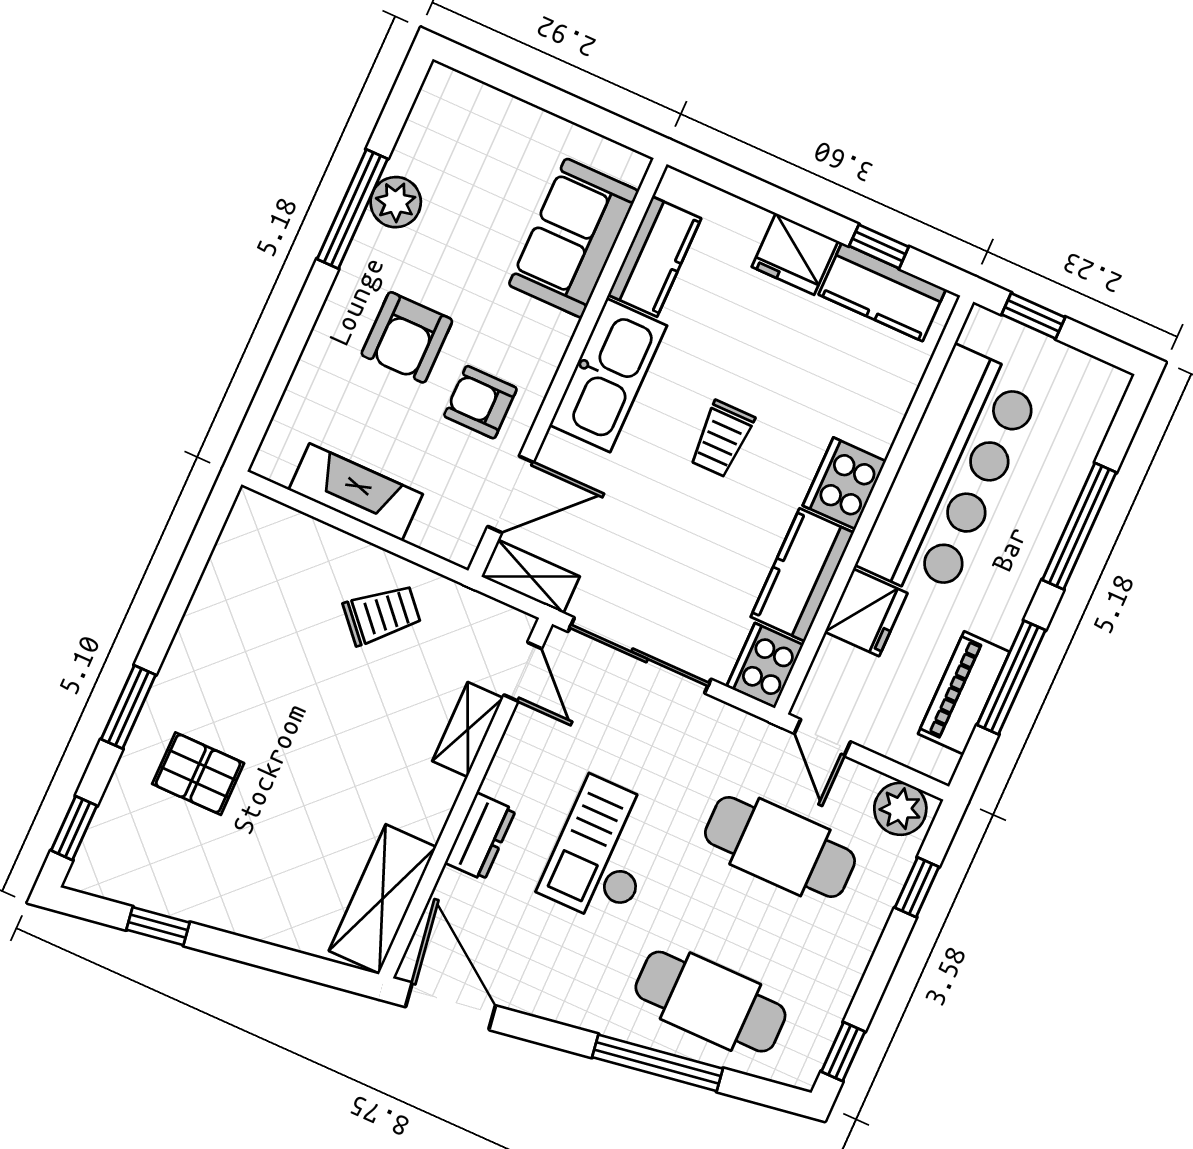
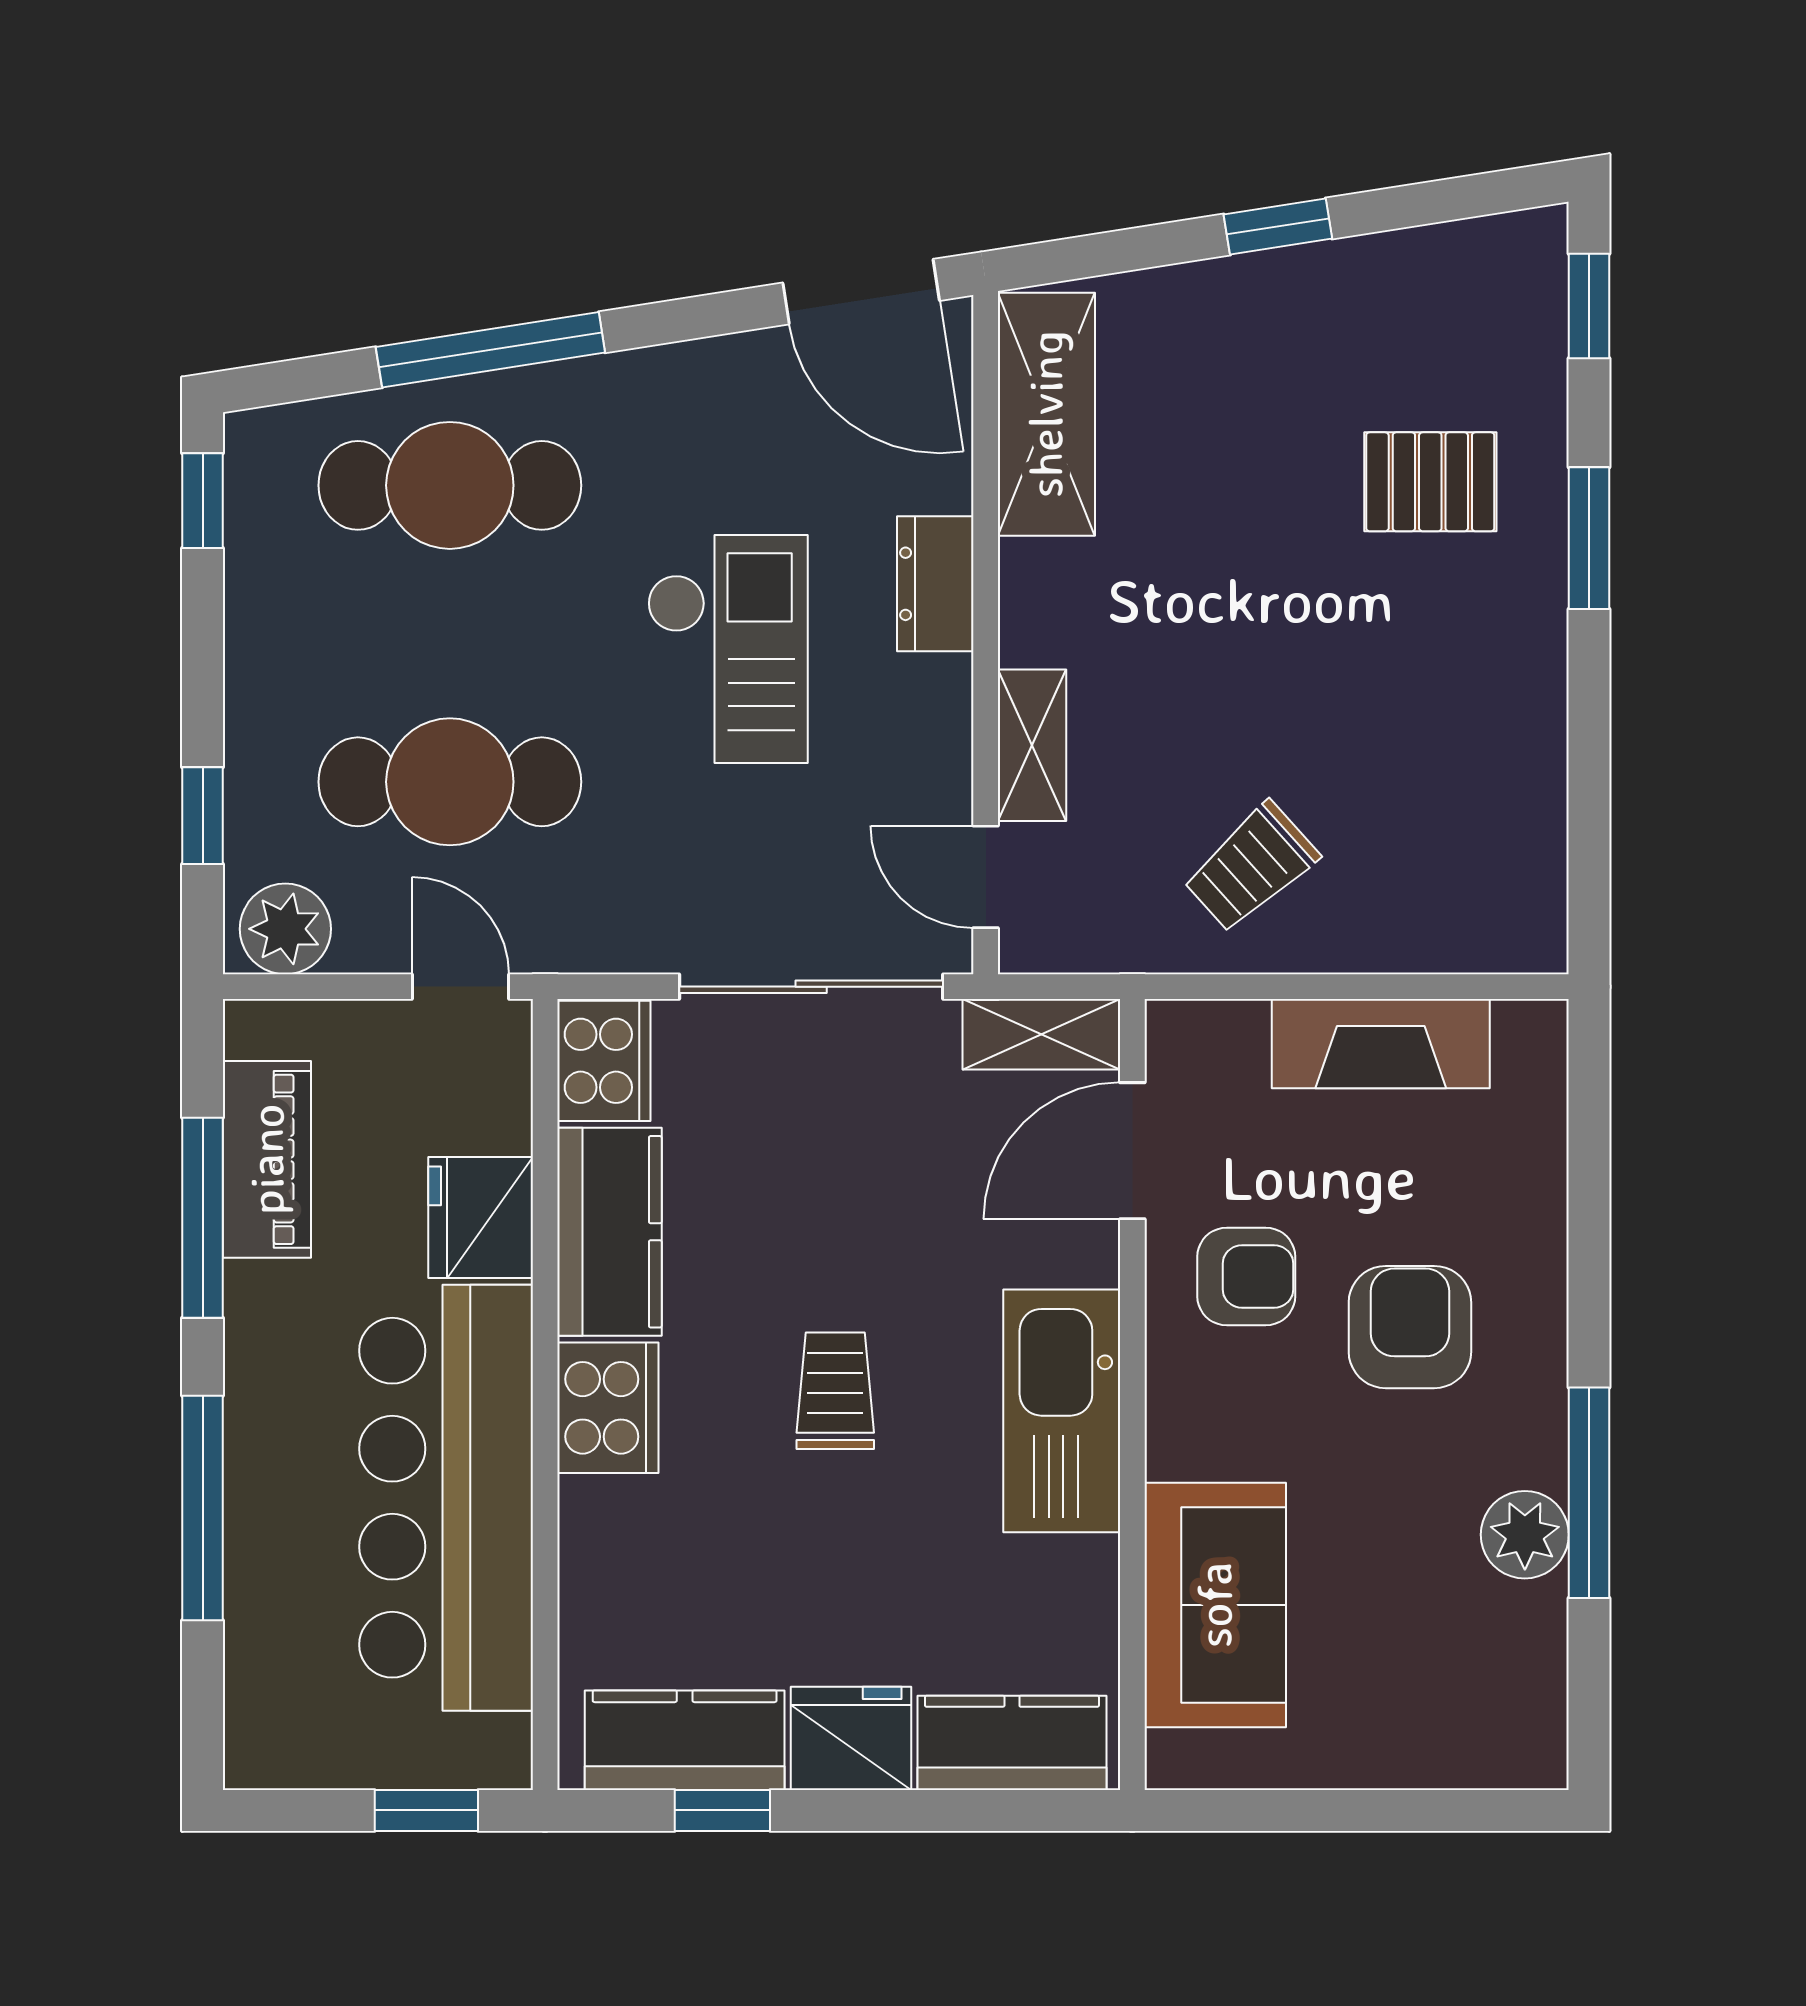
kitchen counter: (655, 257) -> (1012, 1743), moved, turned 90
window: (158, 926) -> (1278, 227), moved

